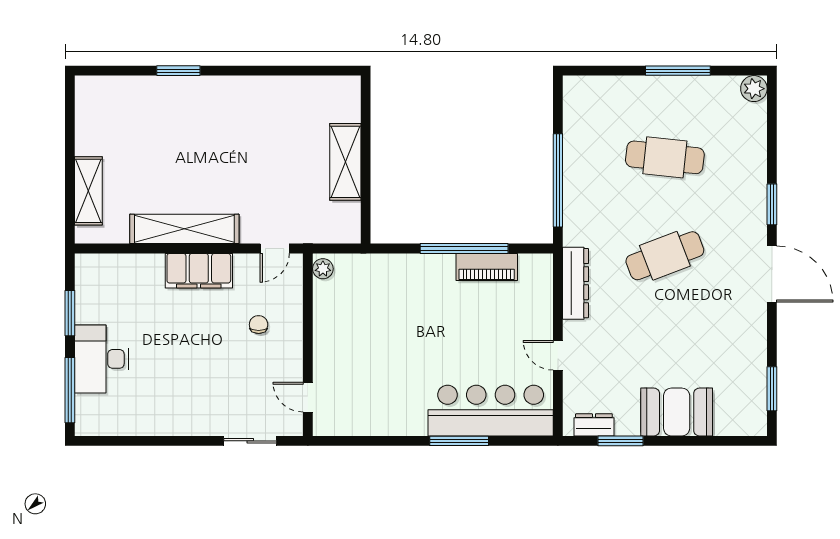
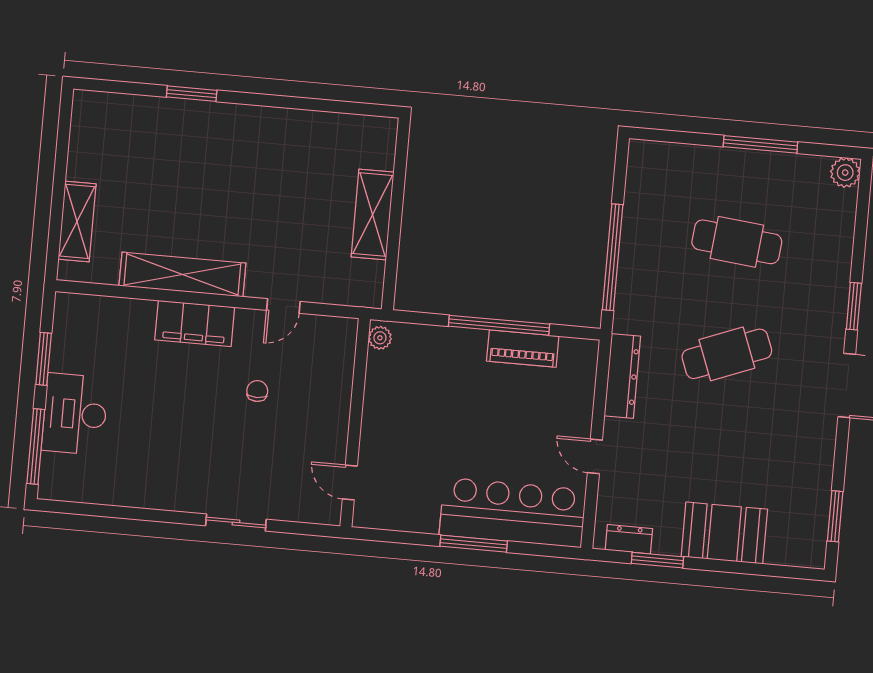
plant: (323, 269) -> (380, 338), moved
wall: (308, 345) -> (355, 423), moved
door: (308, 397) -> (350, 482), moved

